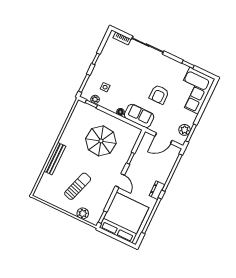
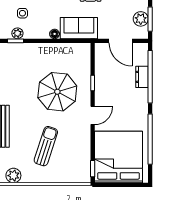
door: (164, 138) -> (121, 41), hinge flipped
parasol: (101, 141) -> (57, 92), moved
door: (120, 181) -> (93, 115), hinge flipped
dresser: (157, 190) -> (142, 77), moved
plant: (83, 213) -> (13, 176), moved

